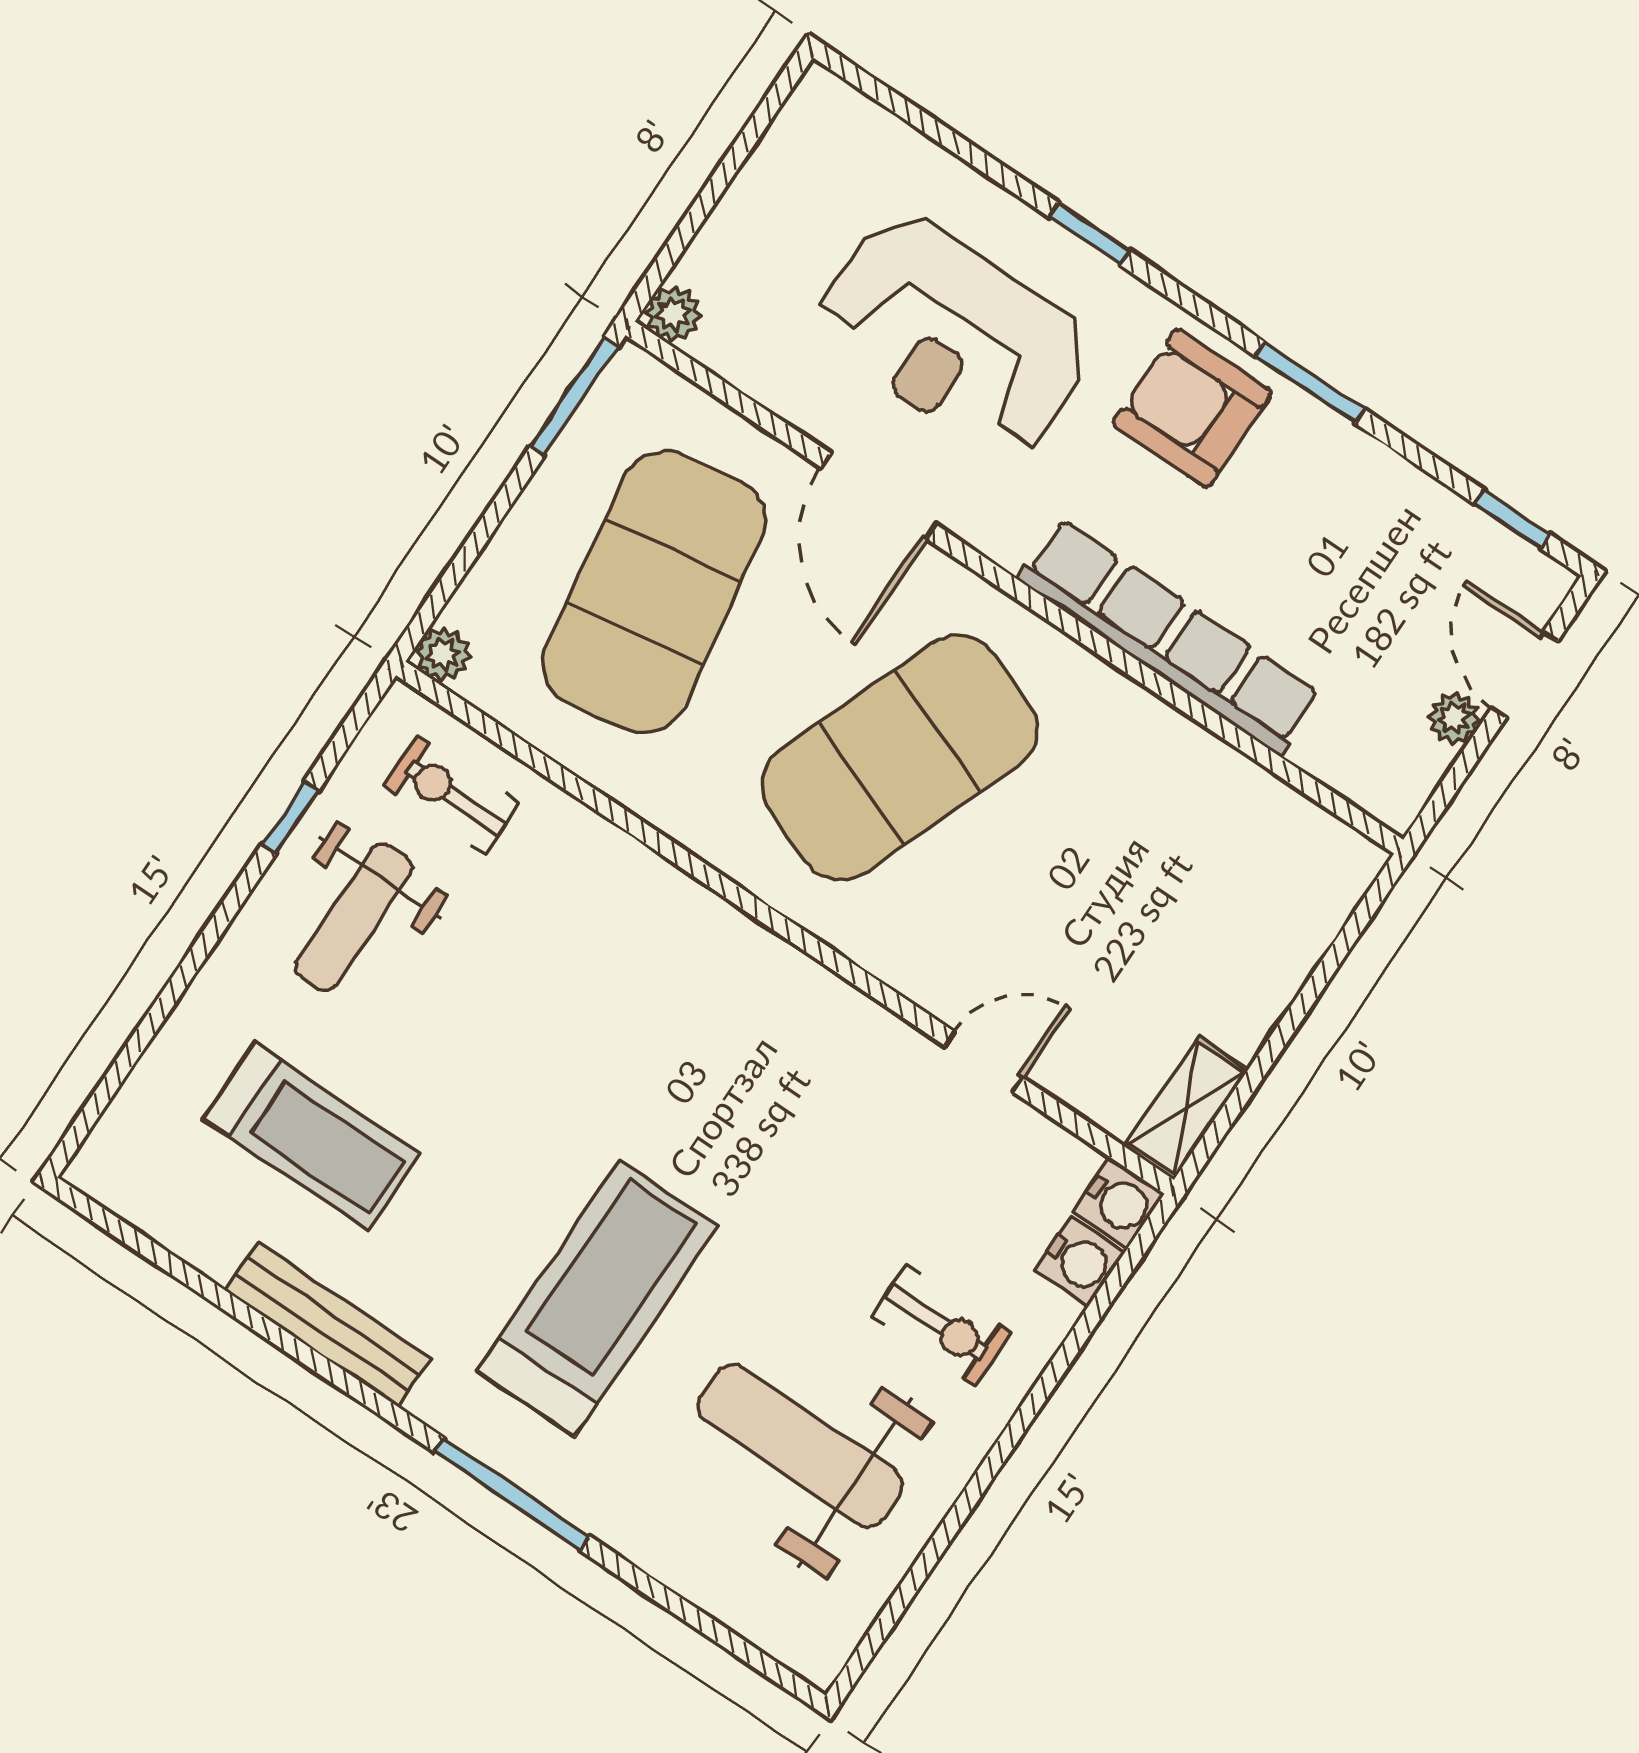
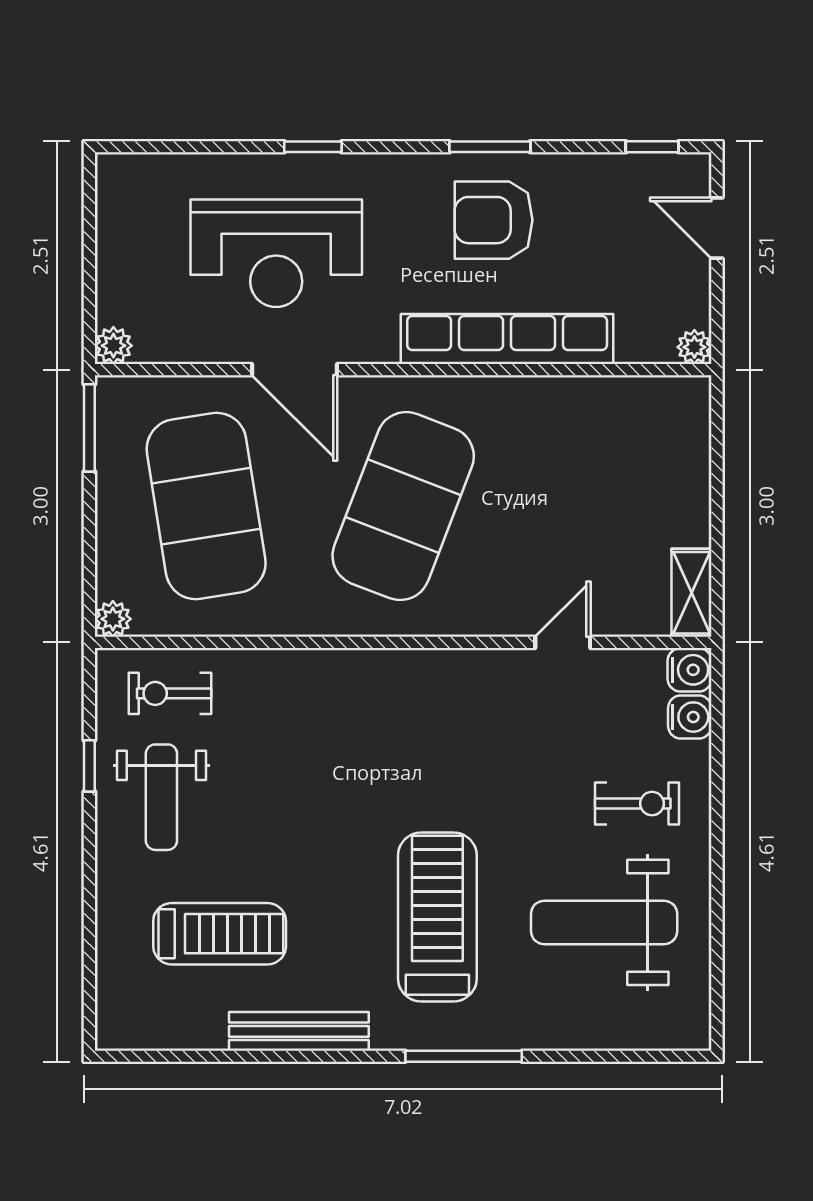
armchair: (1192, 408) -> (494, 220), moved
plant: (1454, 718) -> (694, 347), moved

